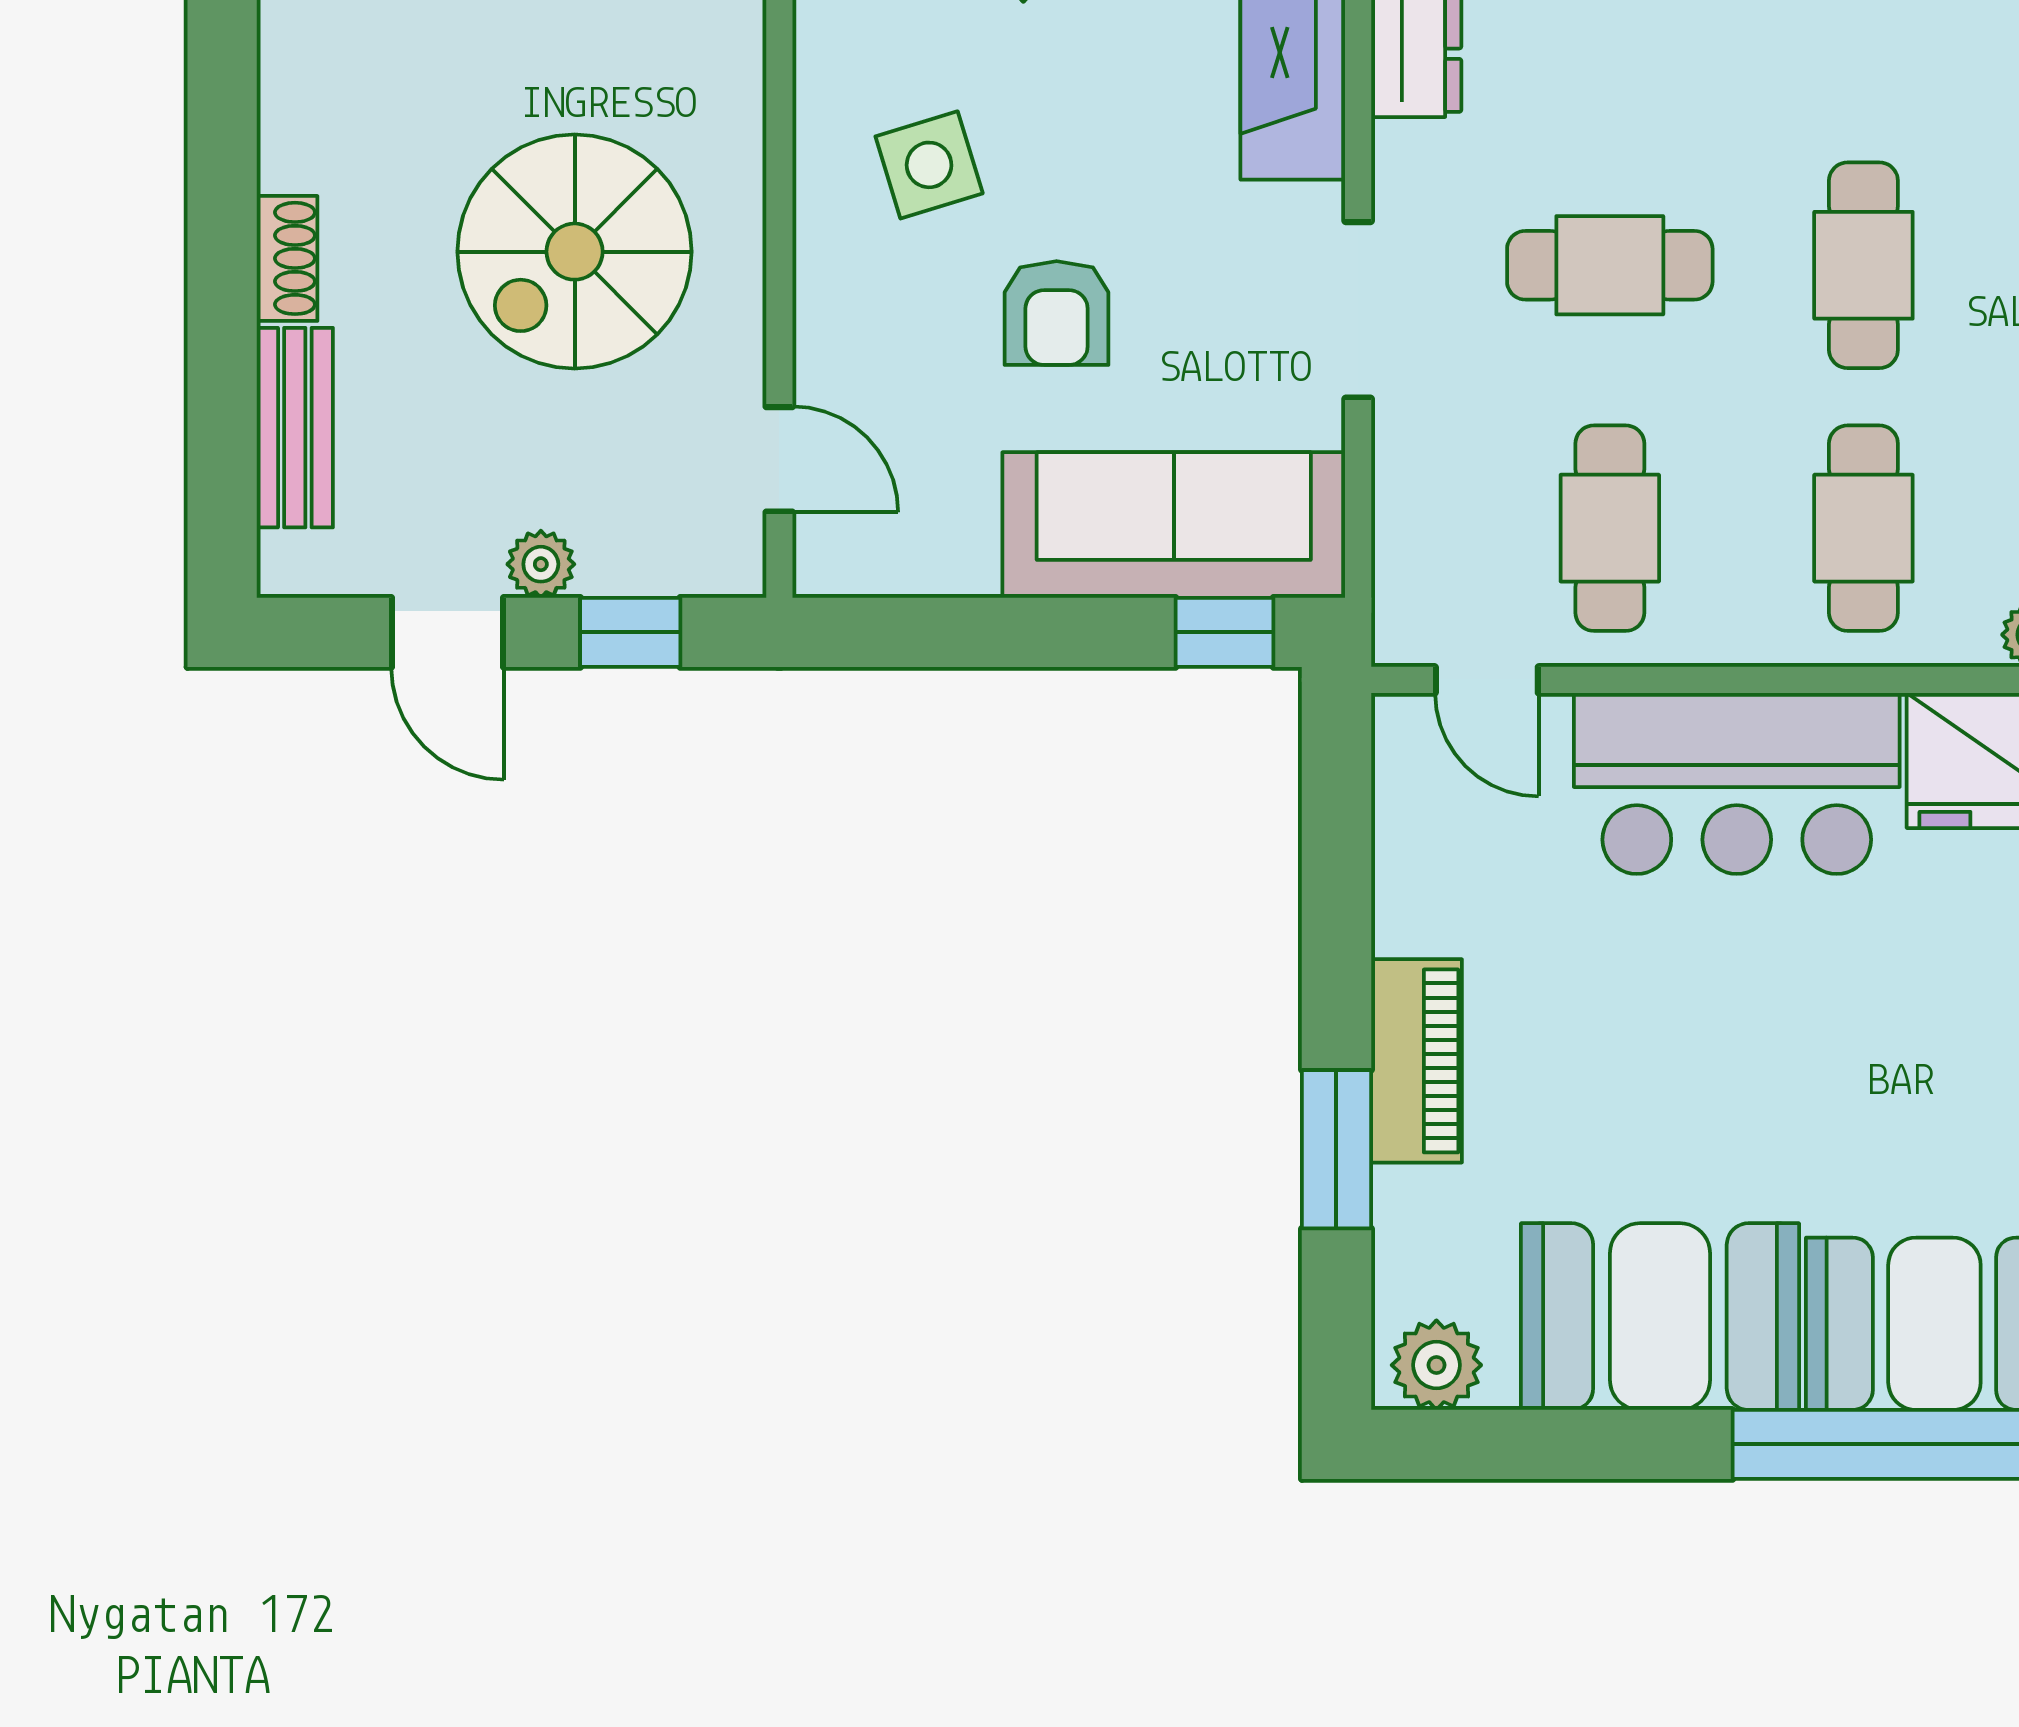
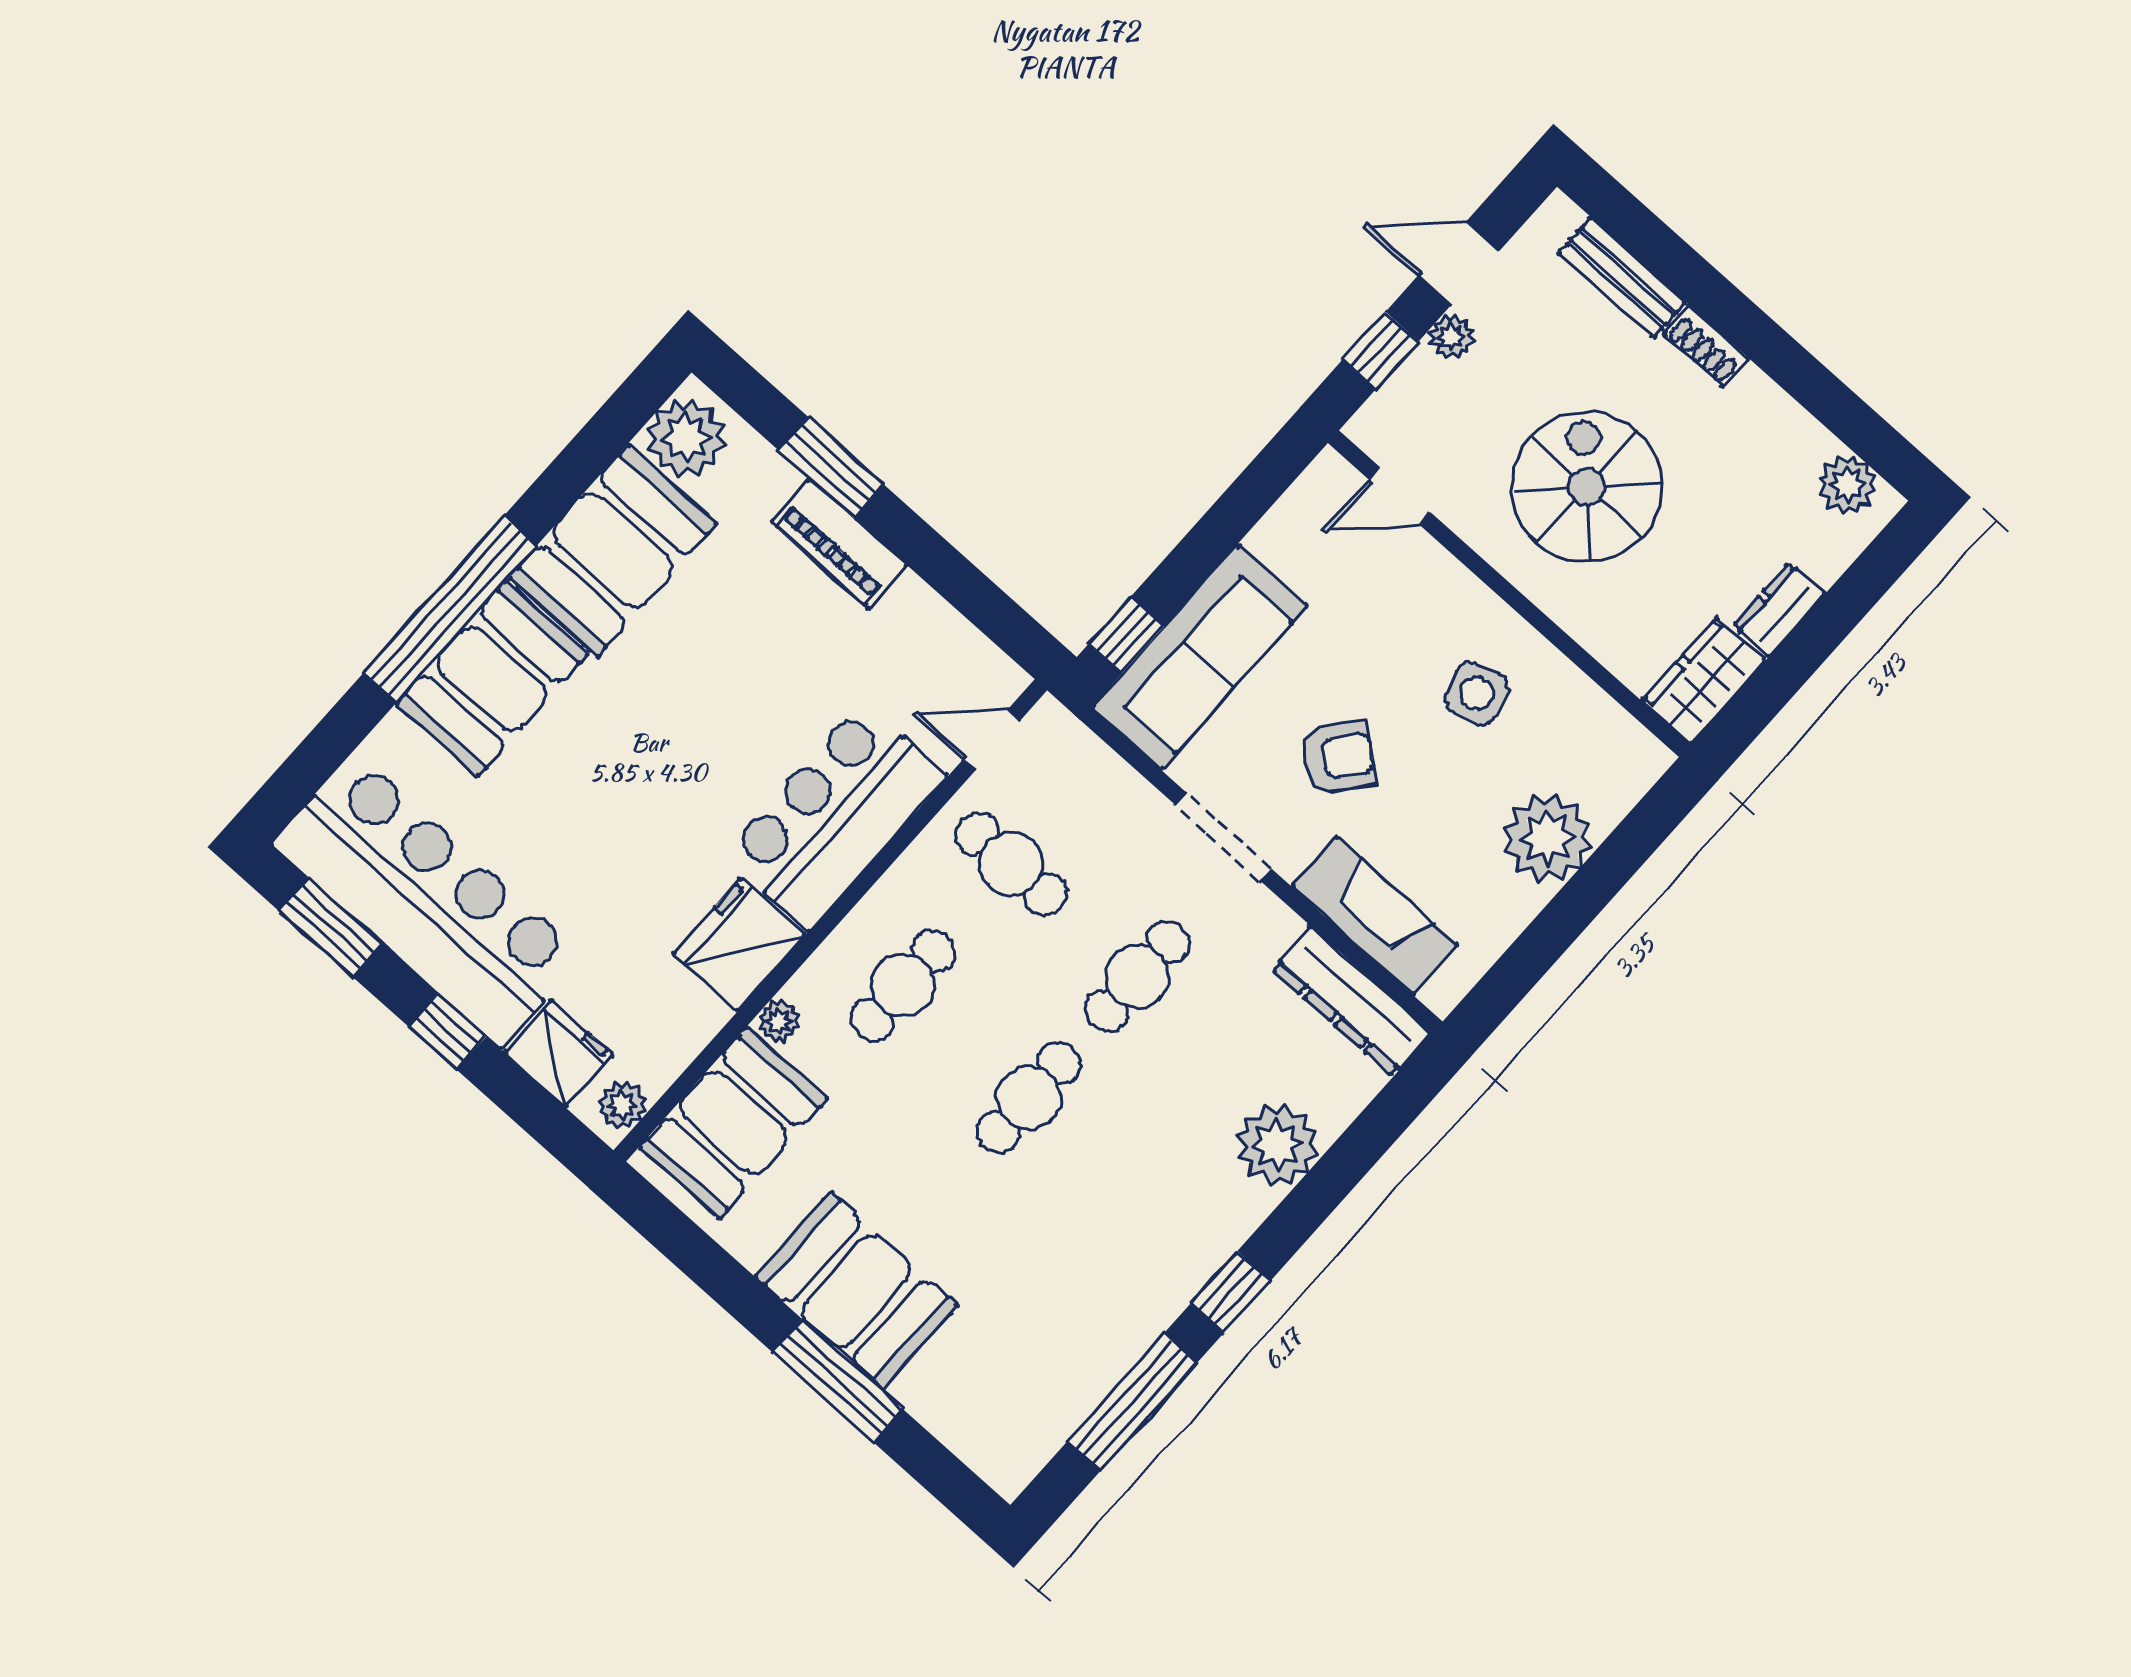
cafe table: (1863, 265) -> (1029, 1098), turned 90
armchair: (1057, 313) -> (1338, 757), moved, turned 128
cafe table: (1863, 528) -> (903, 985), turned 90
plant: (1436, 1365) -> (686, 438), width x1.36, depth x1.36

